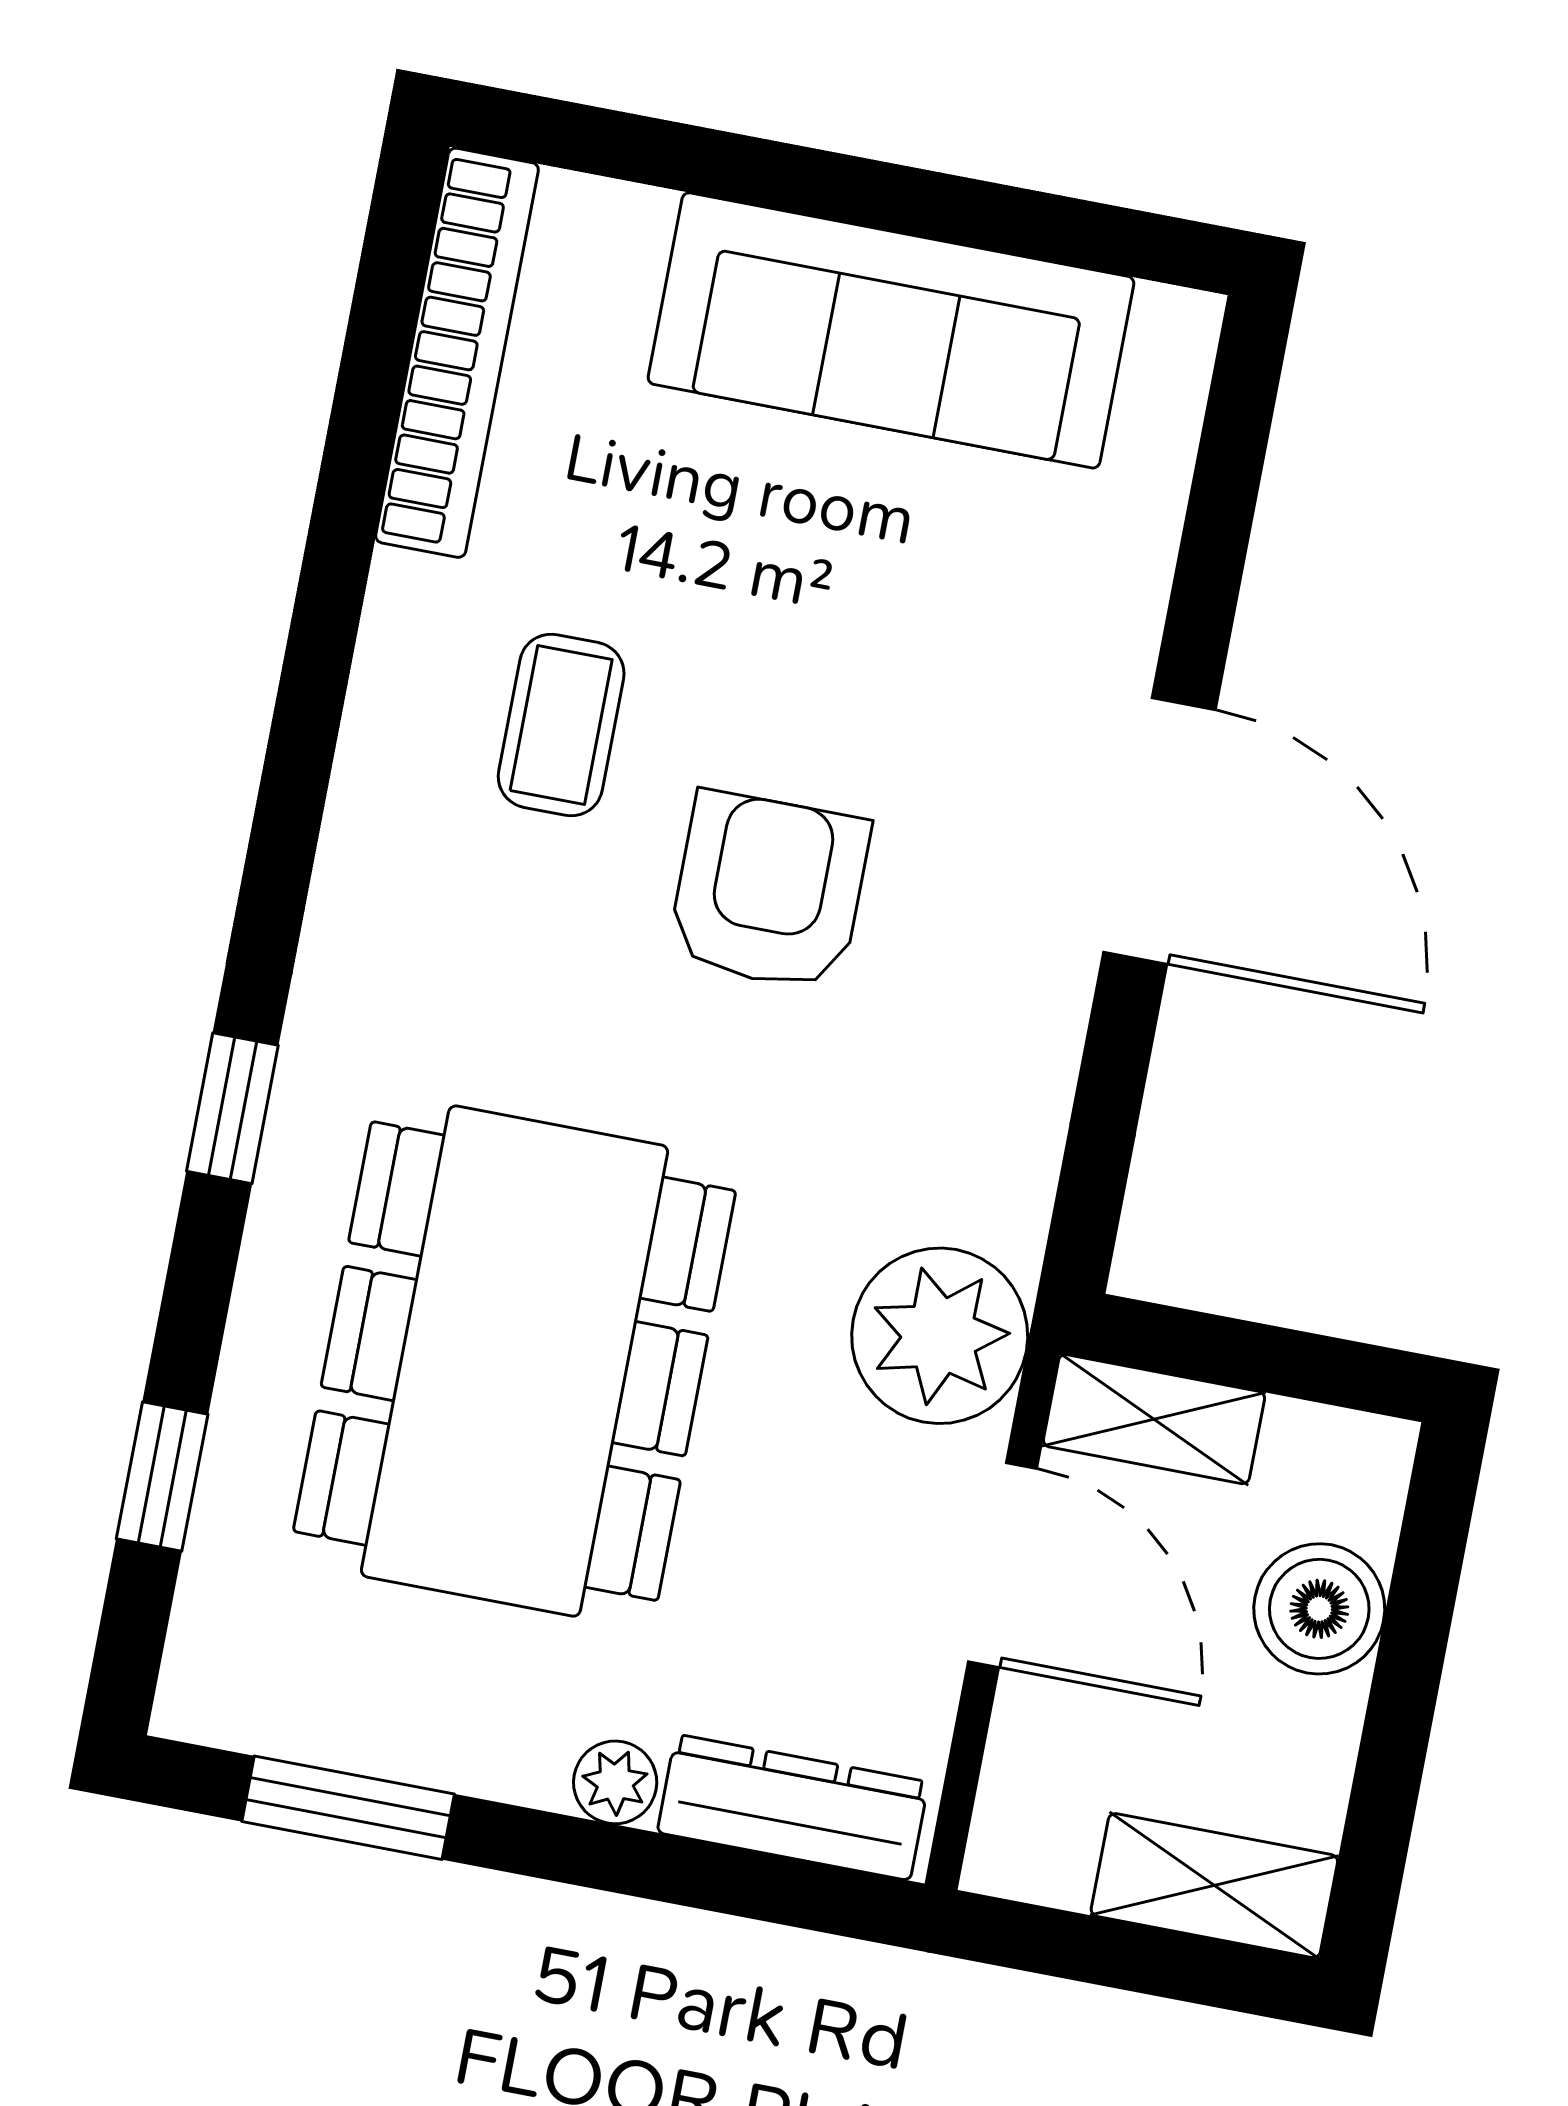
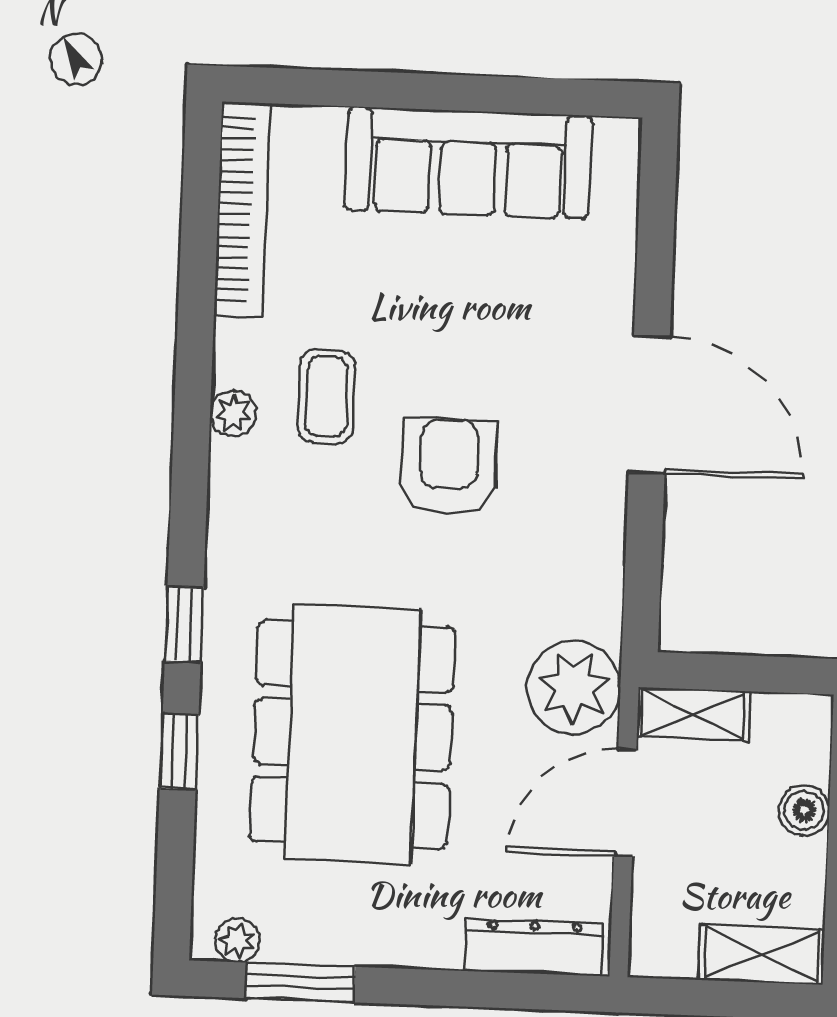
plant: (383, 730) -> (233, 414), added
window: (162, 1477) -> (179, 752), moved
door: (1002, 1565) -> (625, 803), swing flipped
boiler: (1319, 1609) -> (804, 810), width x0.73, depth x0.73
plant: (615, 1782) -> (237, 940), moved

